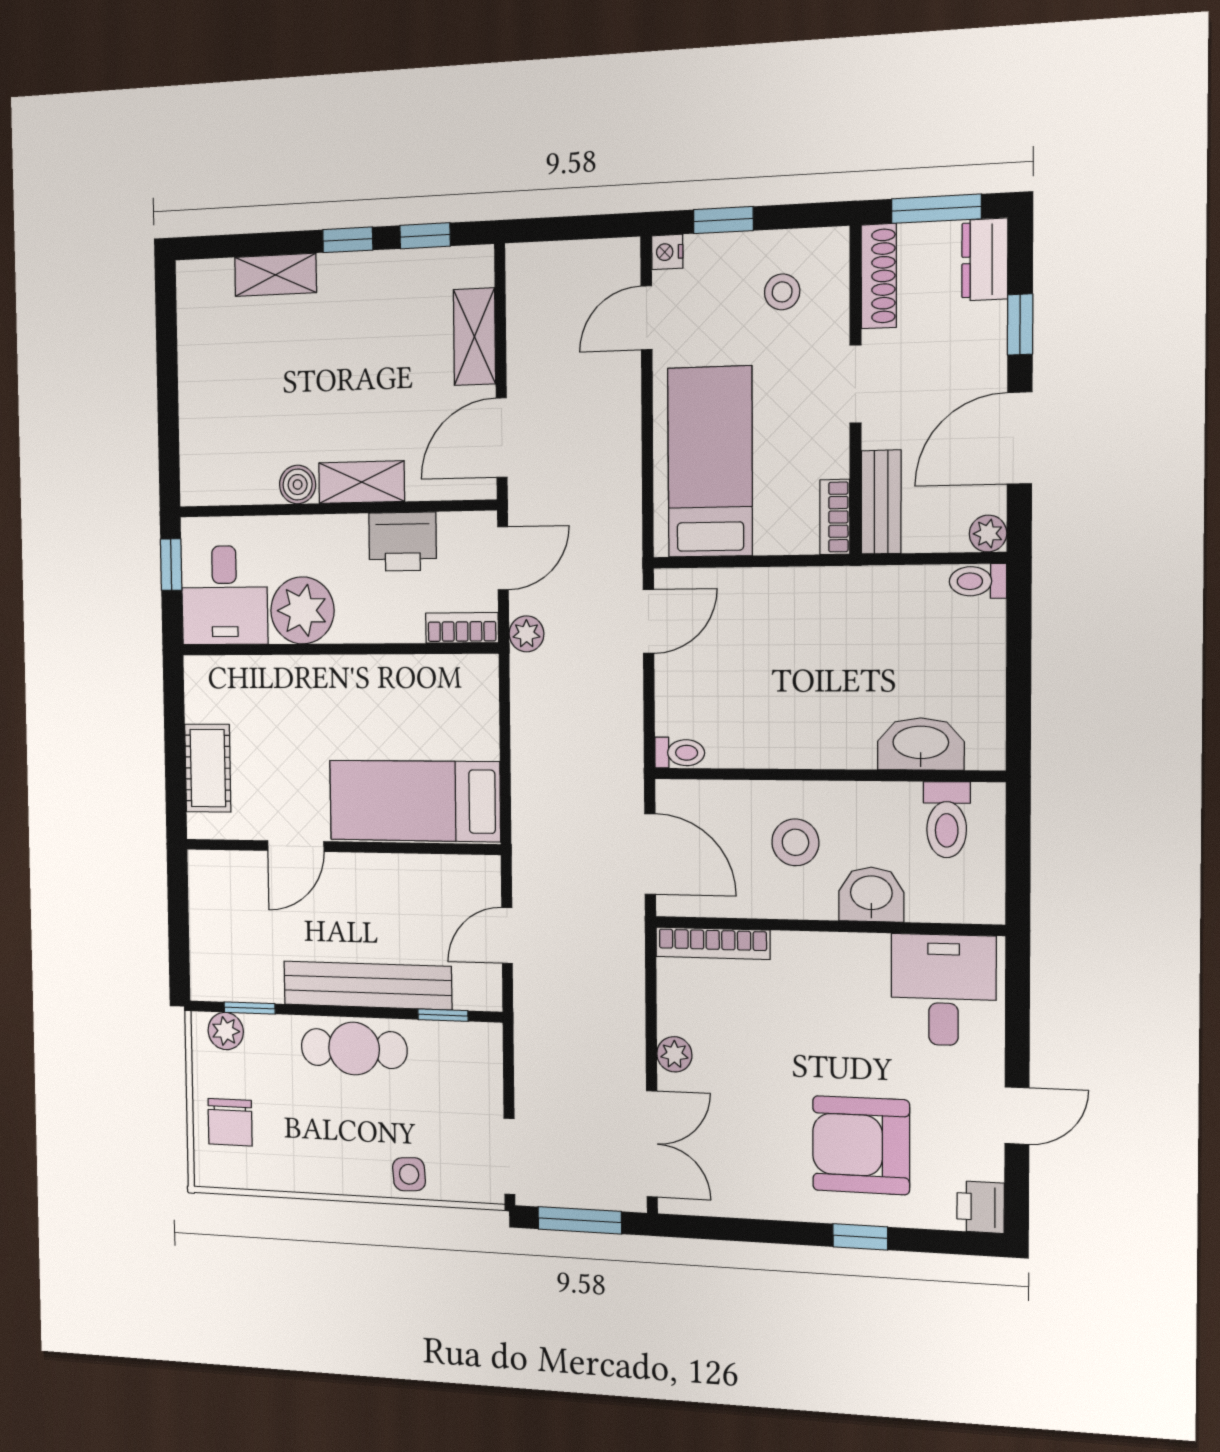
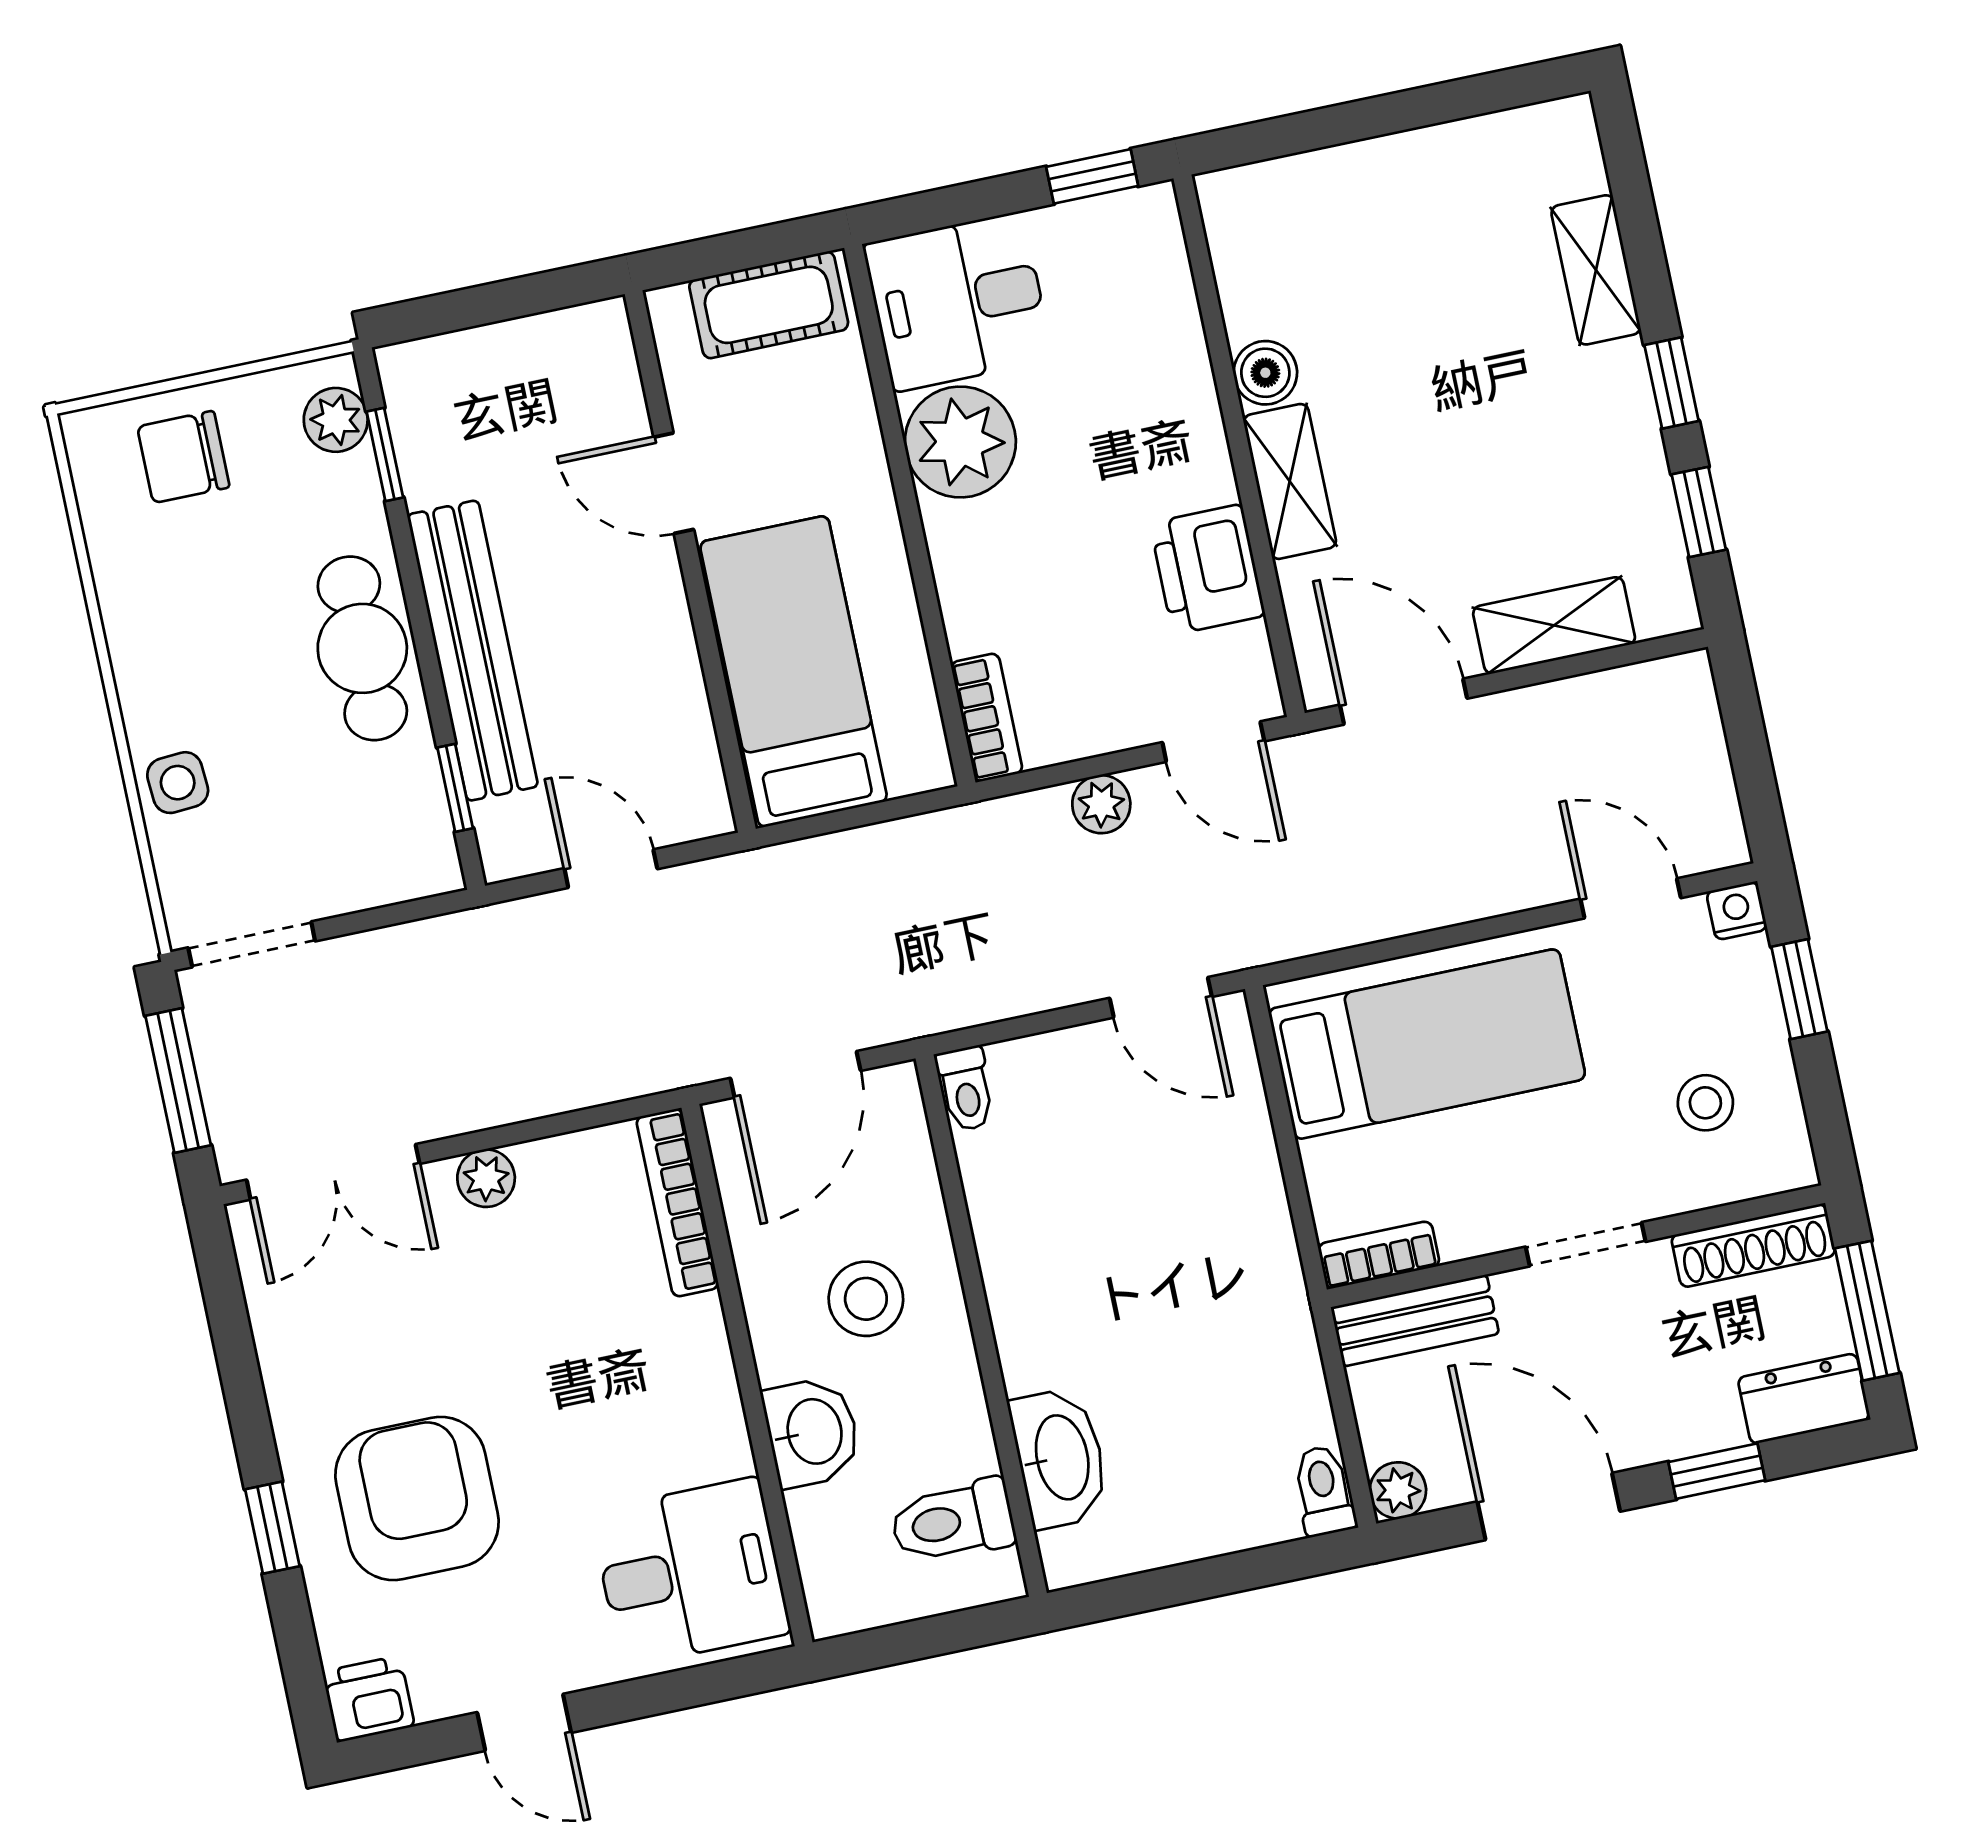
desk: (224, 595) -> (958, 302), moved
plant: (302, 610) -> (960, 442), moved
bookcase: (462, 628) -> (987, 718), moved
wall: (338, 649) -> (910, 515), moved

